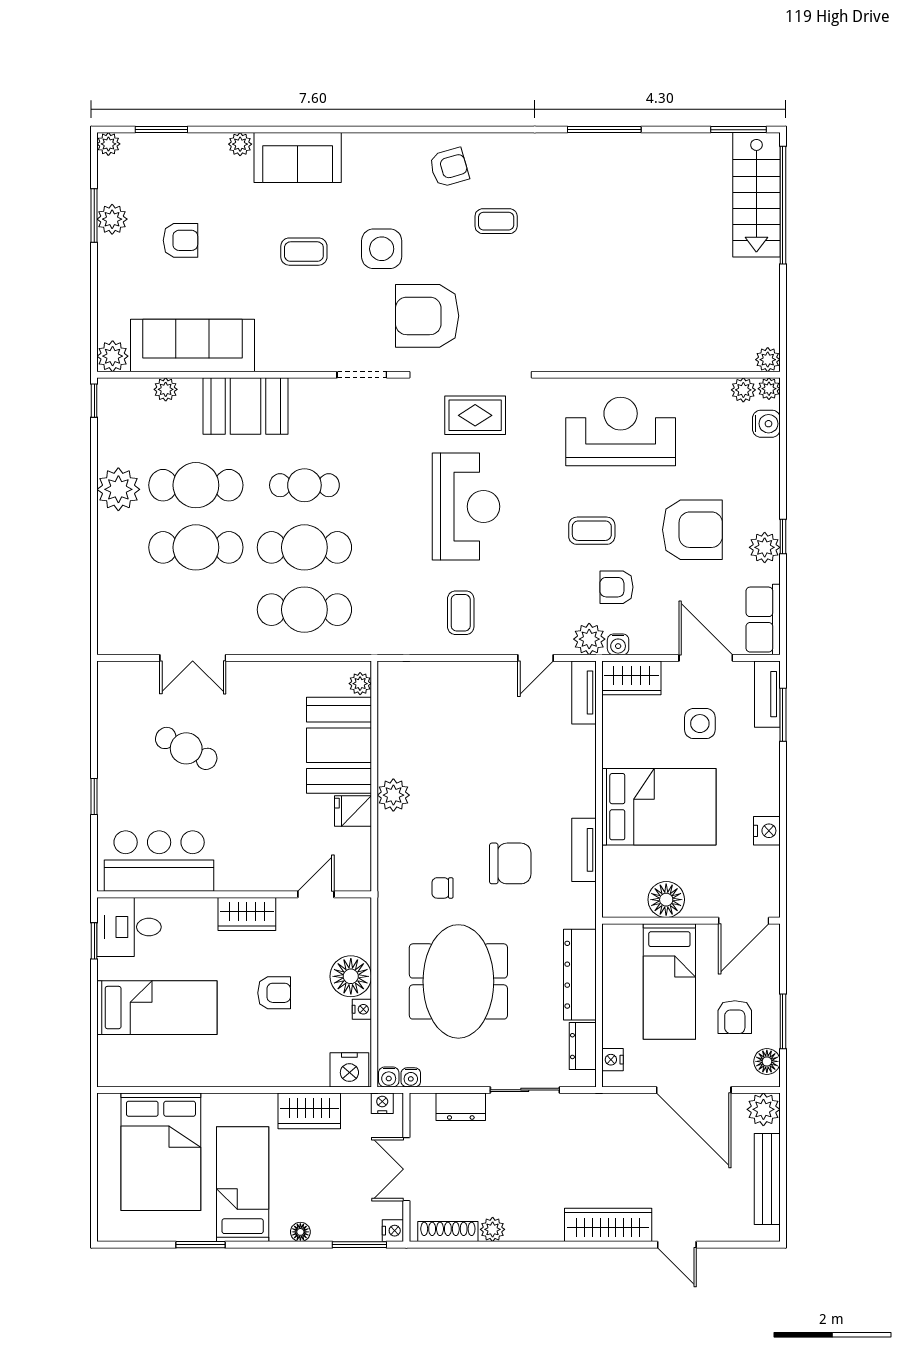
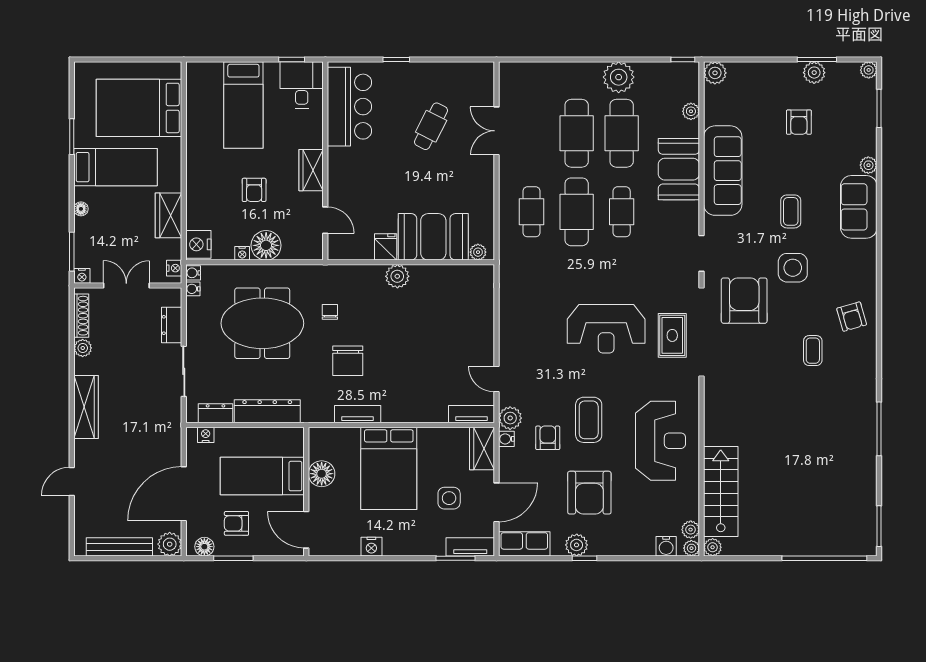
stairs: (756, 195) -> (721, 492), moved, turned 90
sofa: (192, 345) -> (723, 171), moved
coffee table: (592, 531) -> (589, 420), width x1.36, depth x1.30
cafe table: (304, 610) -> (531, 212), width x0.73, depth x0.74
coffee table: (461, 613) -> (529, 325), removed
wardrobe: (608, 1225) -> (86, 407), moved

